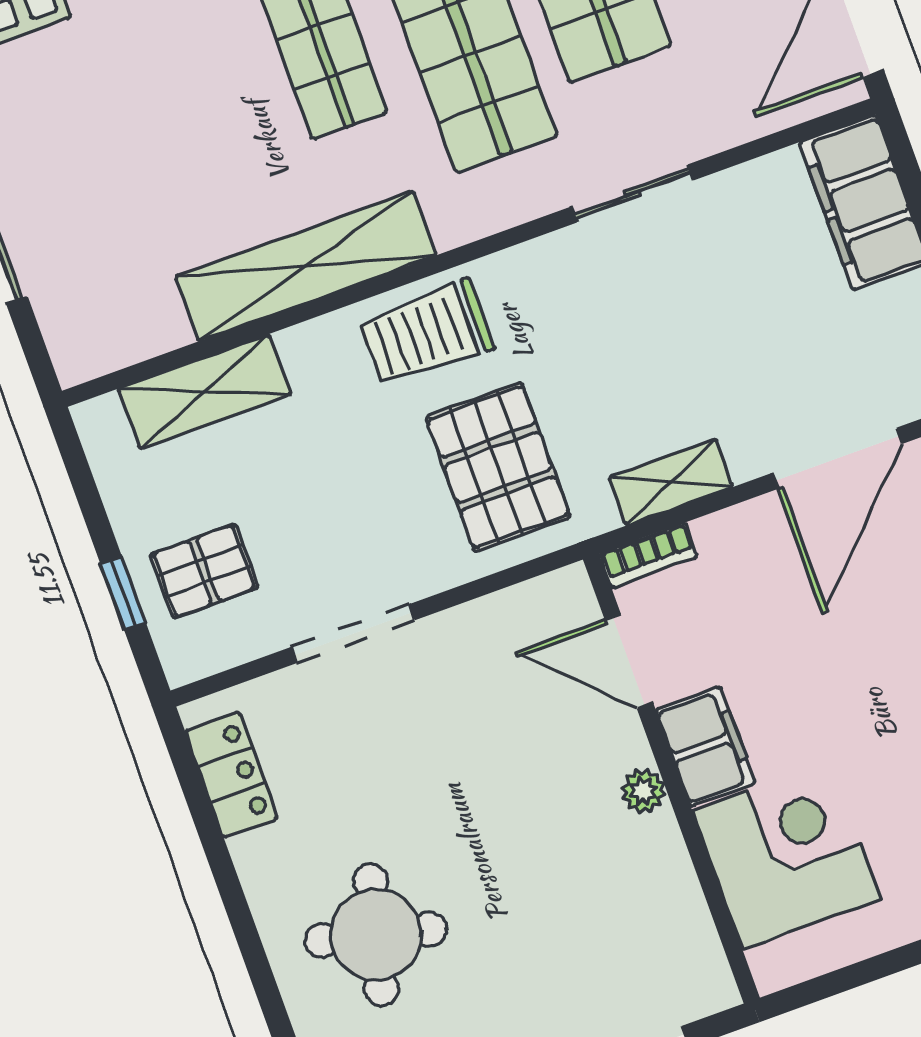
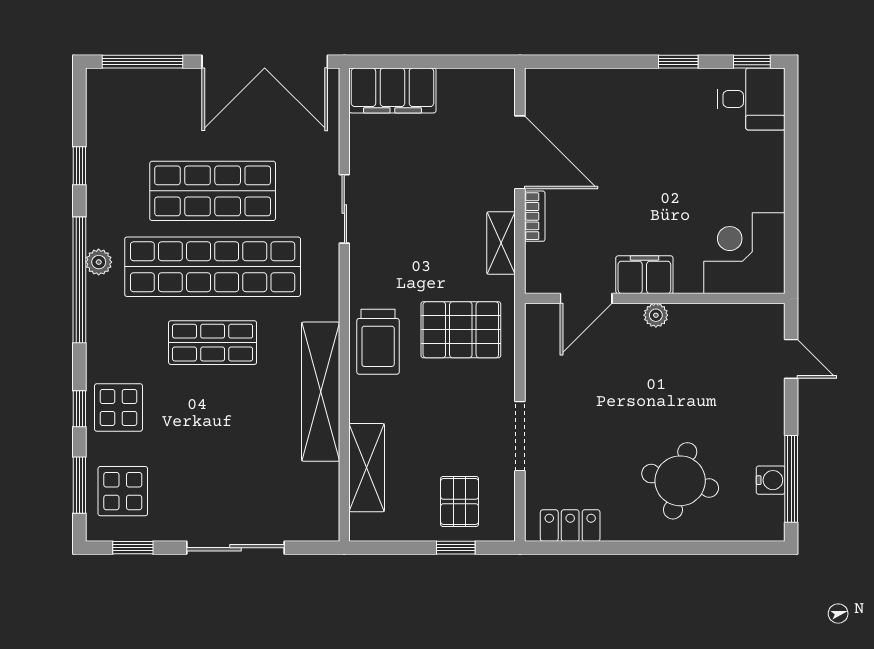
bookcase: (648, 555) -> (535, 216), moved
corner desk: (786, 855) -> (744, 253), moved

